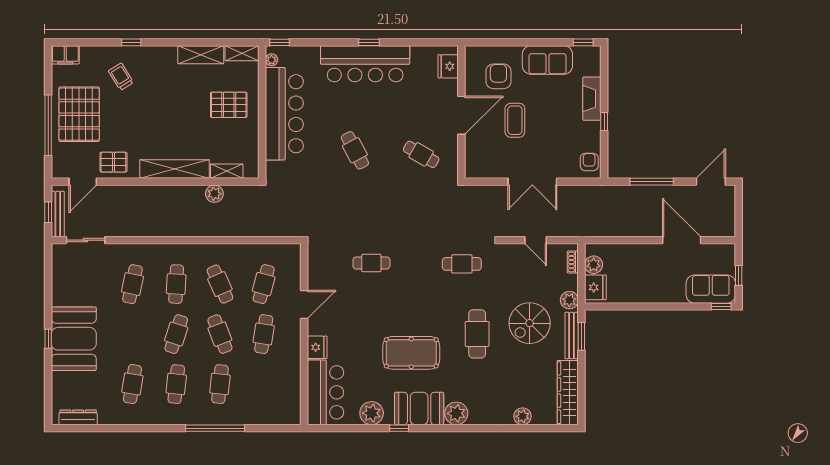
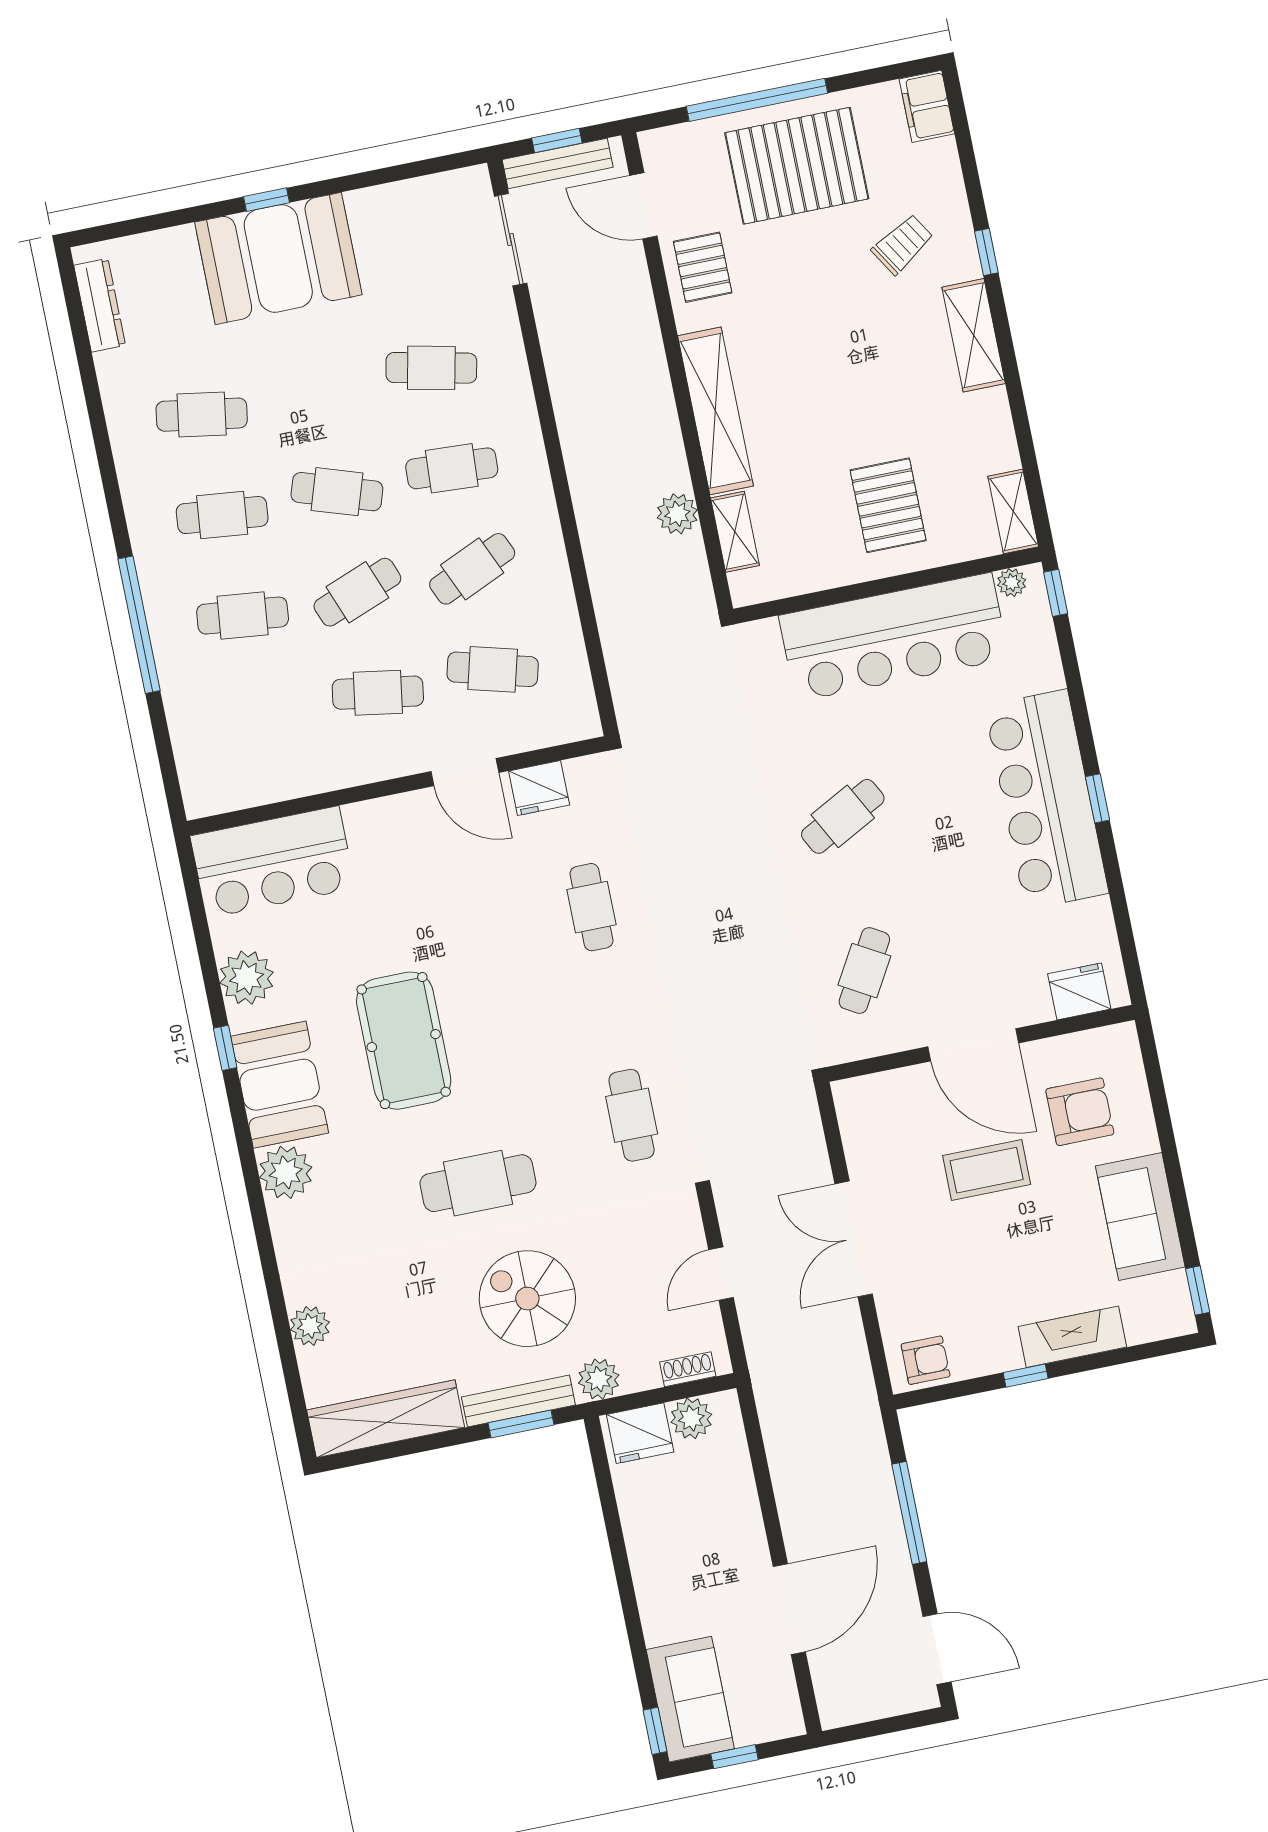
shelving: (201, 55) -> (974, 335), moved
fridge: (317, 347) -> (539, 788), moved

